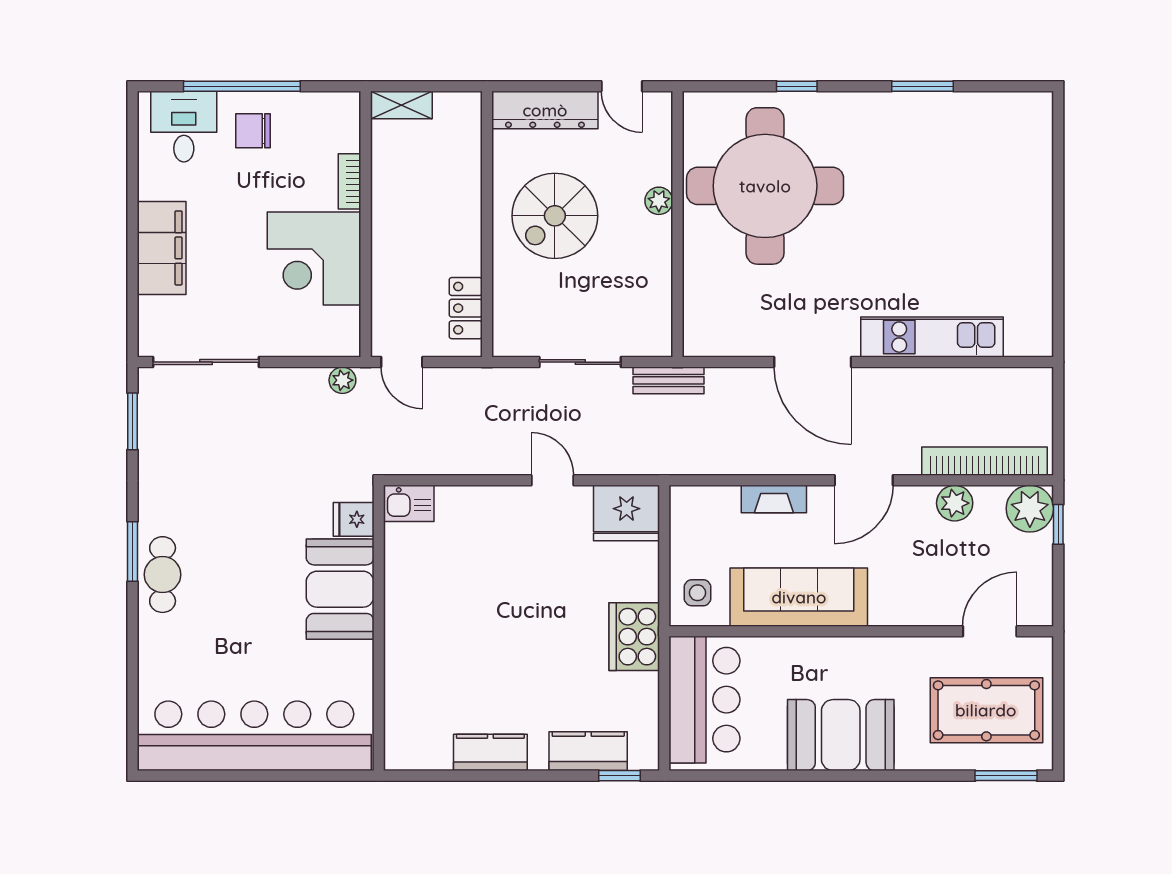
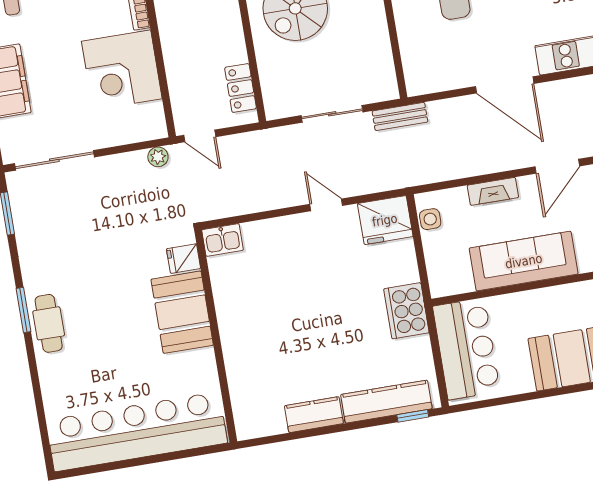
side table: (698, 593) -> (430, 219), moved
kitchen counter: (588, 751) -> (386, 402), width x1.50

